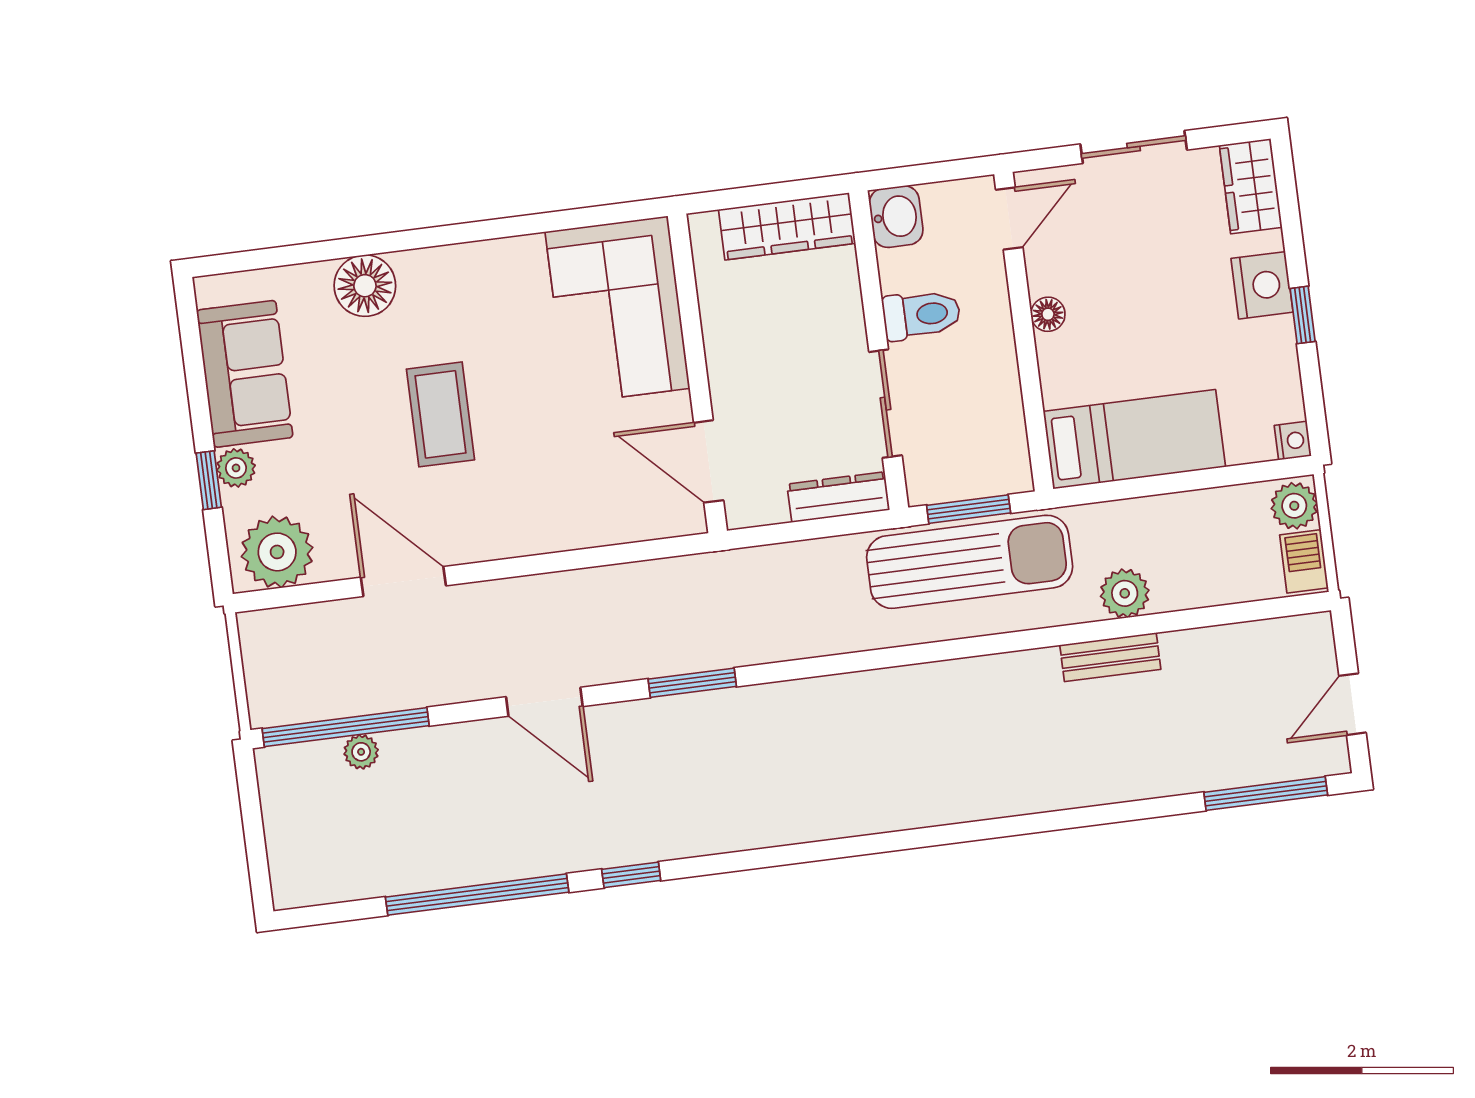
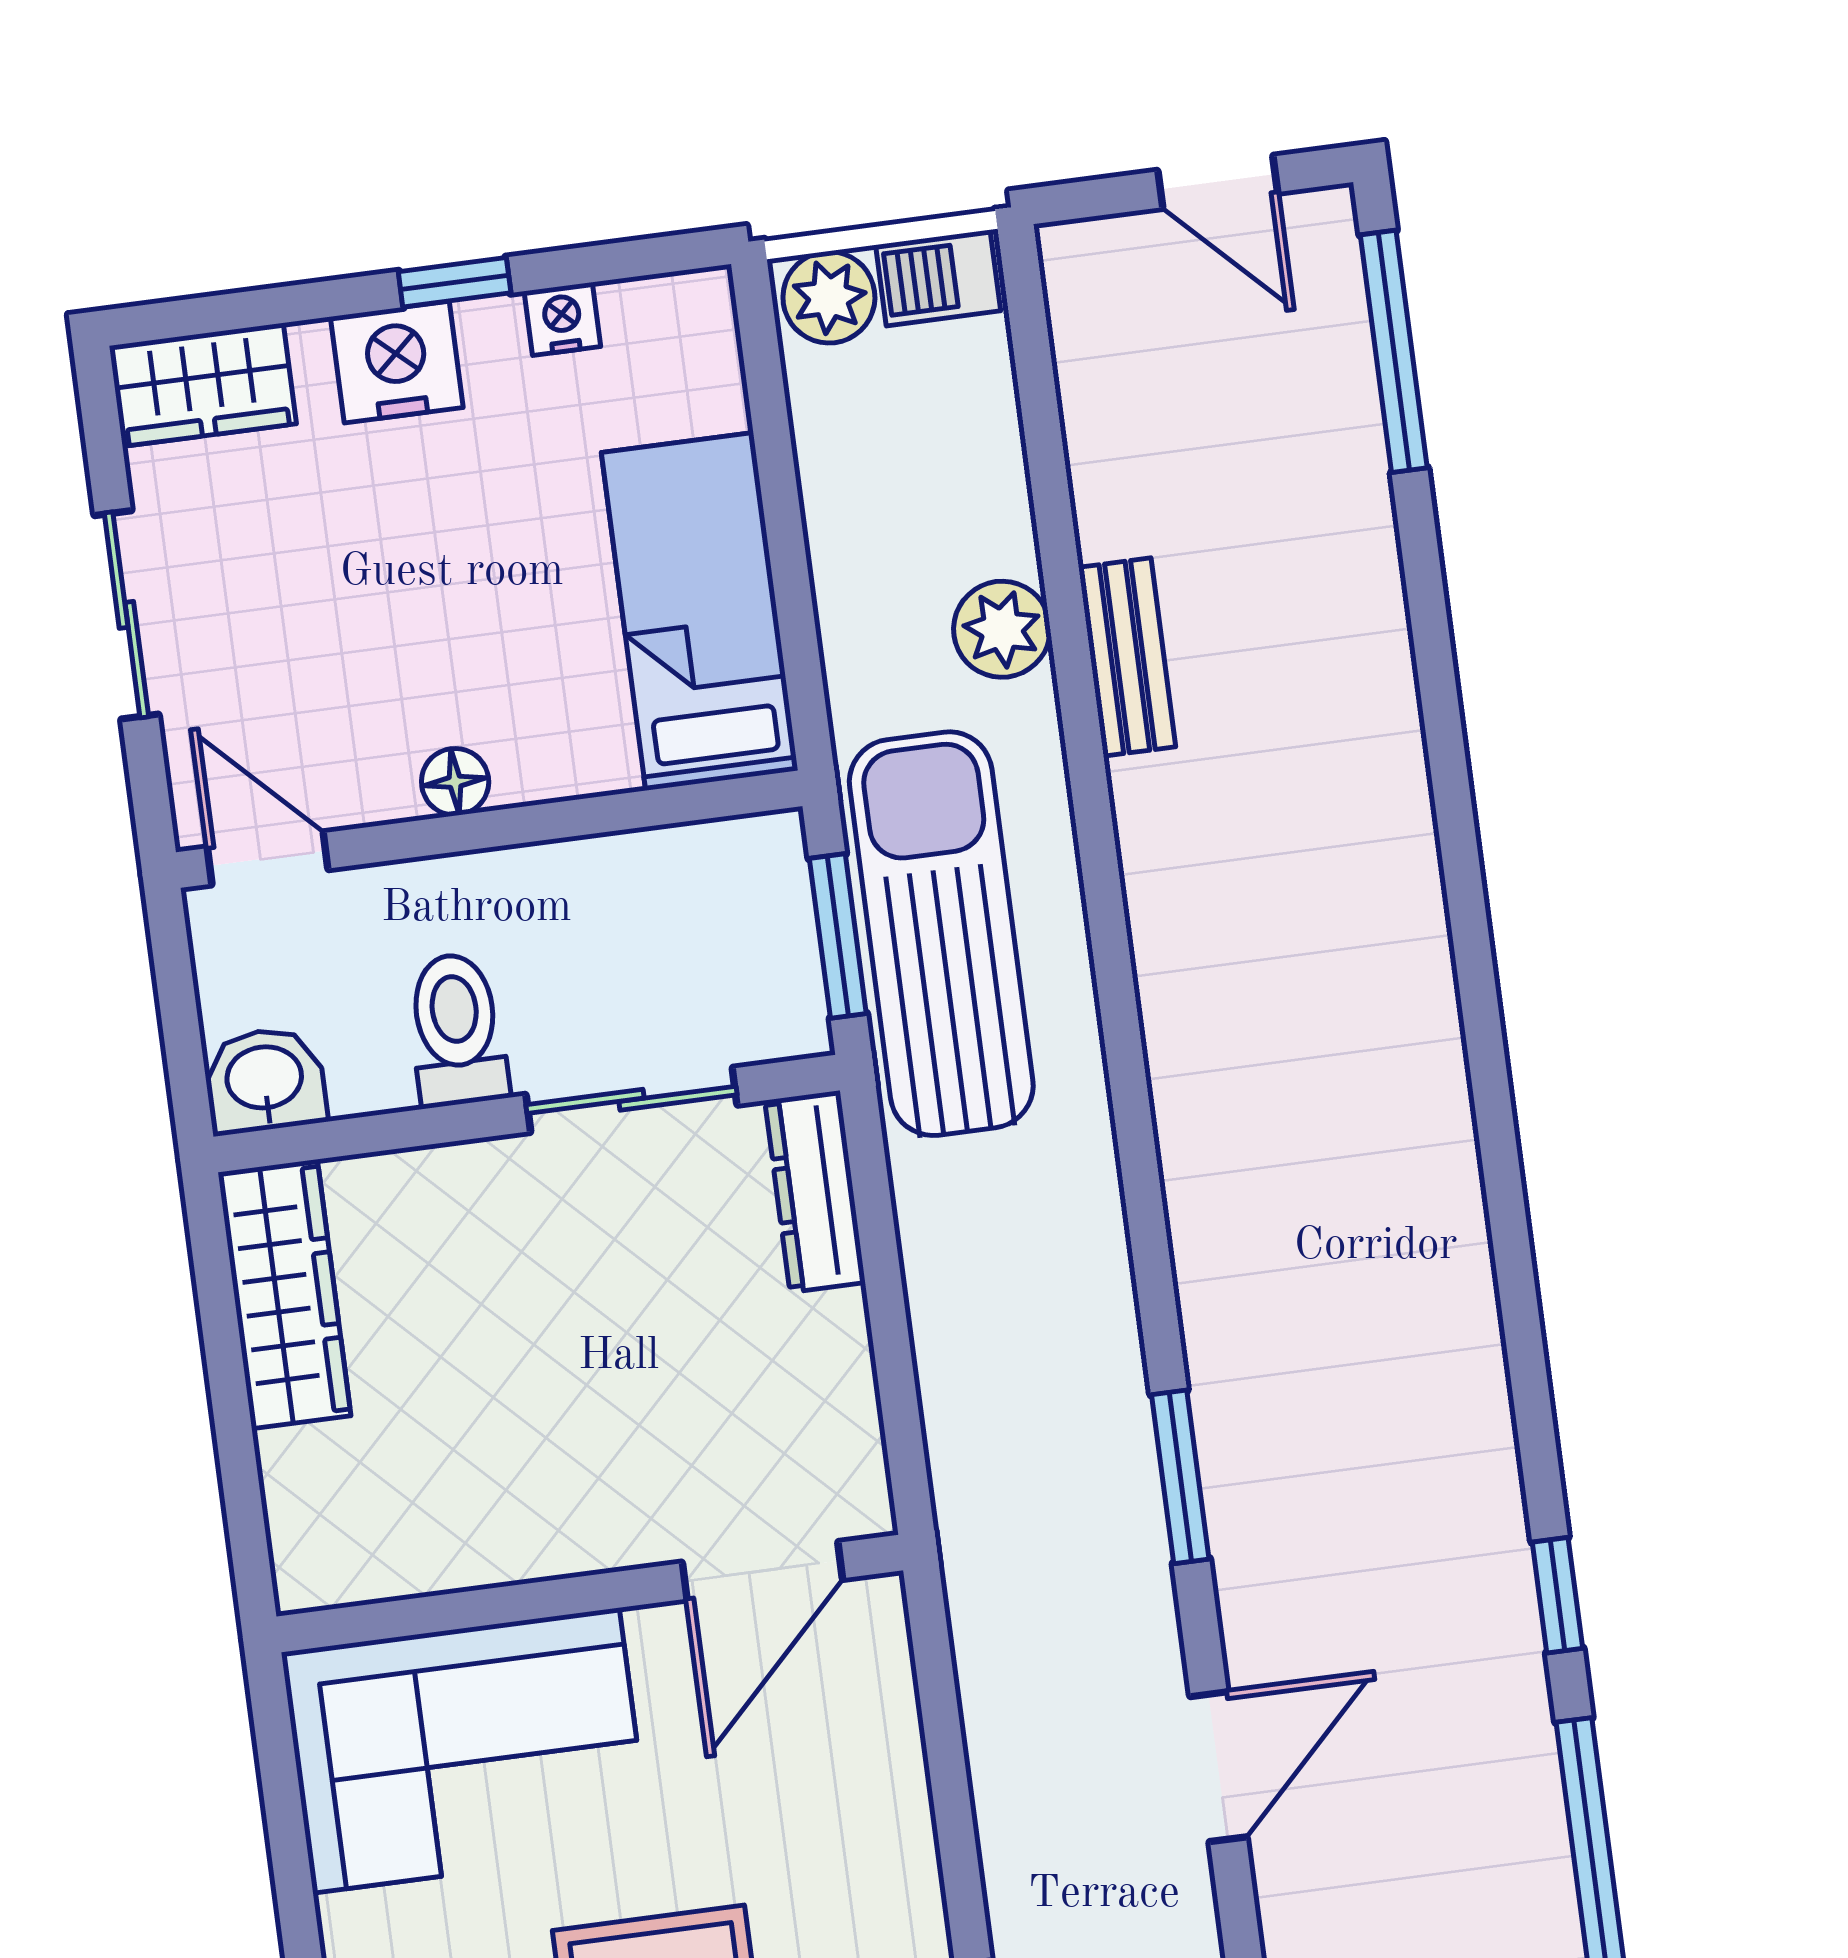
corner sofa: (617, 310) -> (466, 1751), moved
wall: (697, 373) -> (590, 1593), moved
nightstand: (1293, 441) -> (562, 319), moved
door: (709, 461) -> (762, 1571), moved

